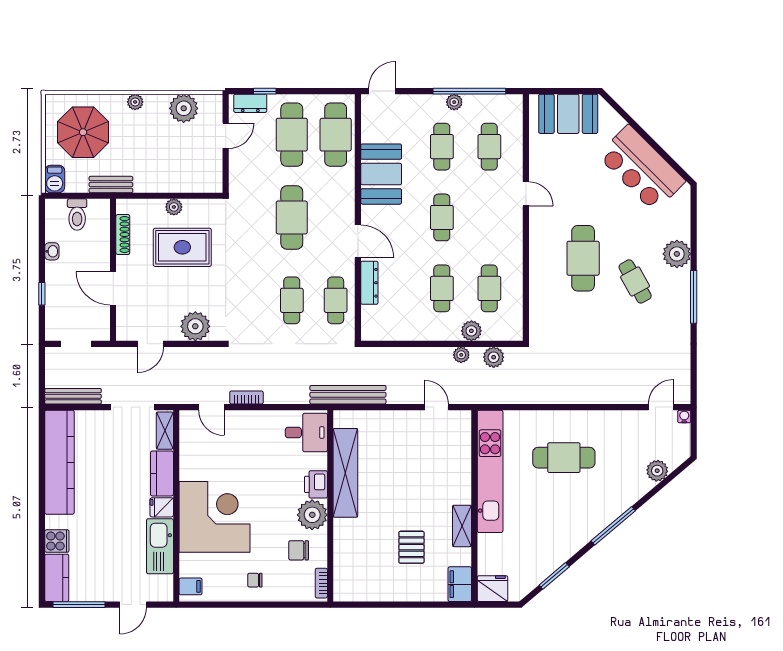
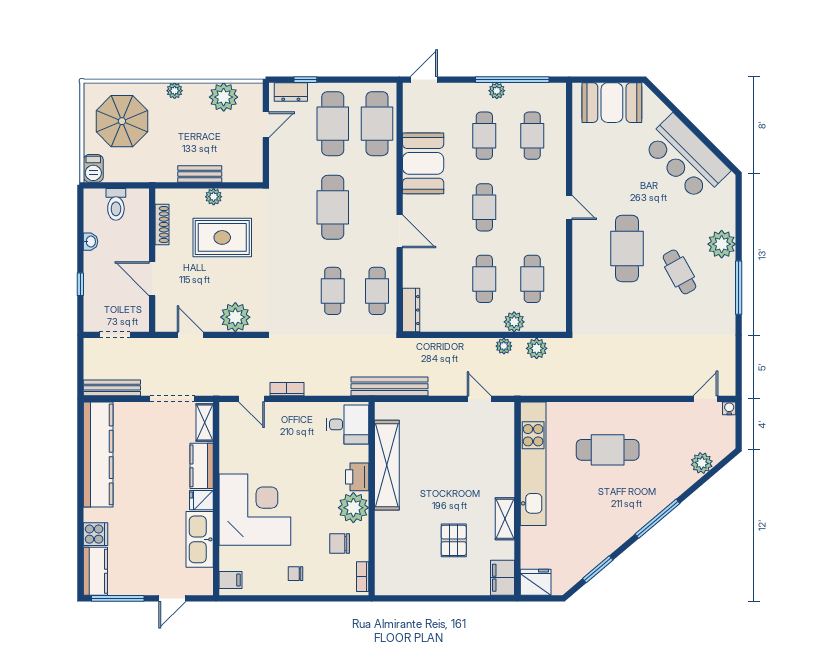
bench: (111, 185) -> (200, 174), moved
door: (526, 194) -> (569, 207), moved
dresser: (369, 283) -> (411, 310), moved
door: (151, 344) -> (190, 335), swing flipped

